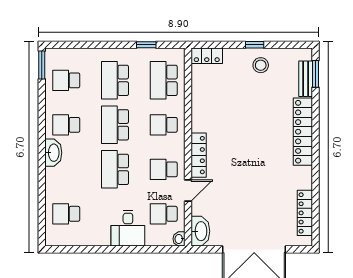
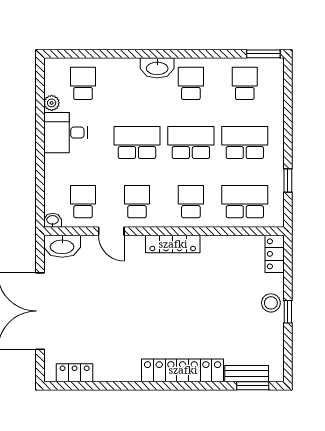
stool: (261, 65) -> (271, 303), moved
locker: (199, 155) -> (173, 244), moved
locker: (305, 213) -> (75, 373), width x0.66
desk: (128, 228) -> (66, 133), moved
plant: (82, 240) -> (52, 103), added

